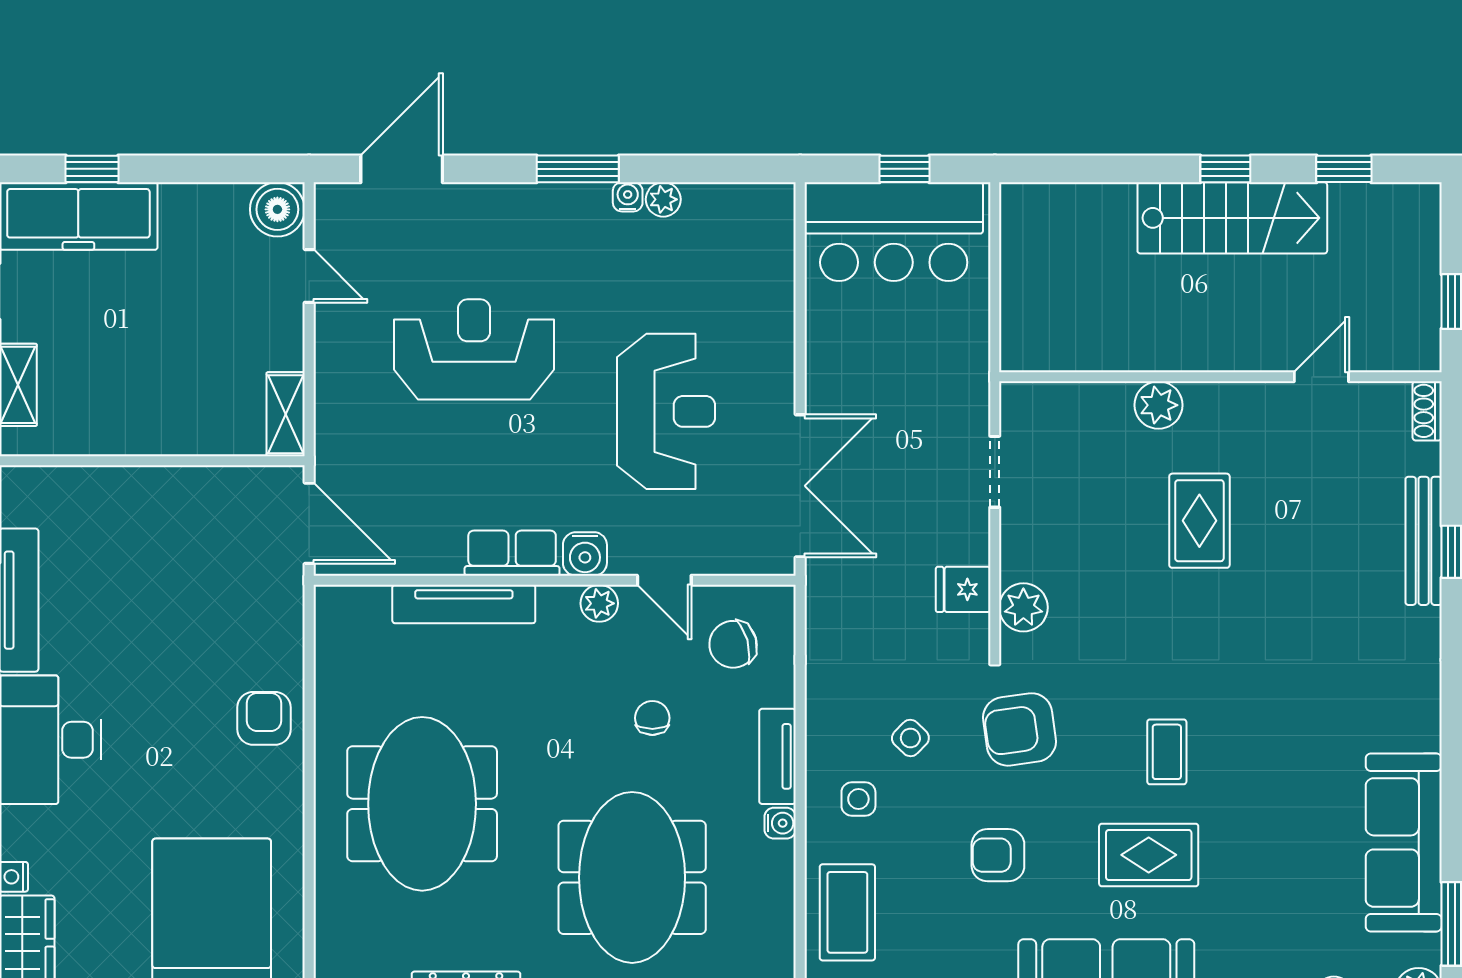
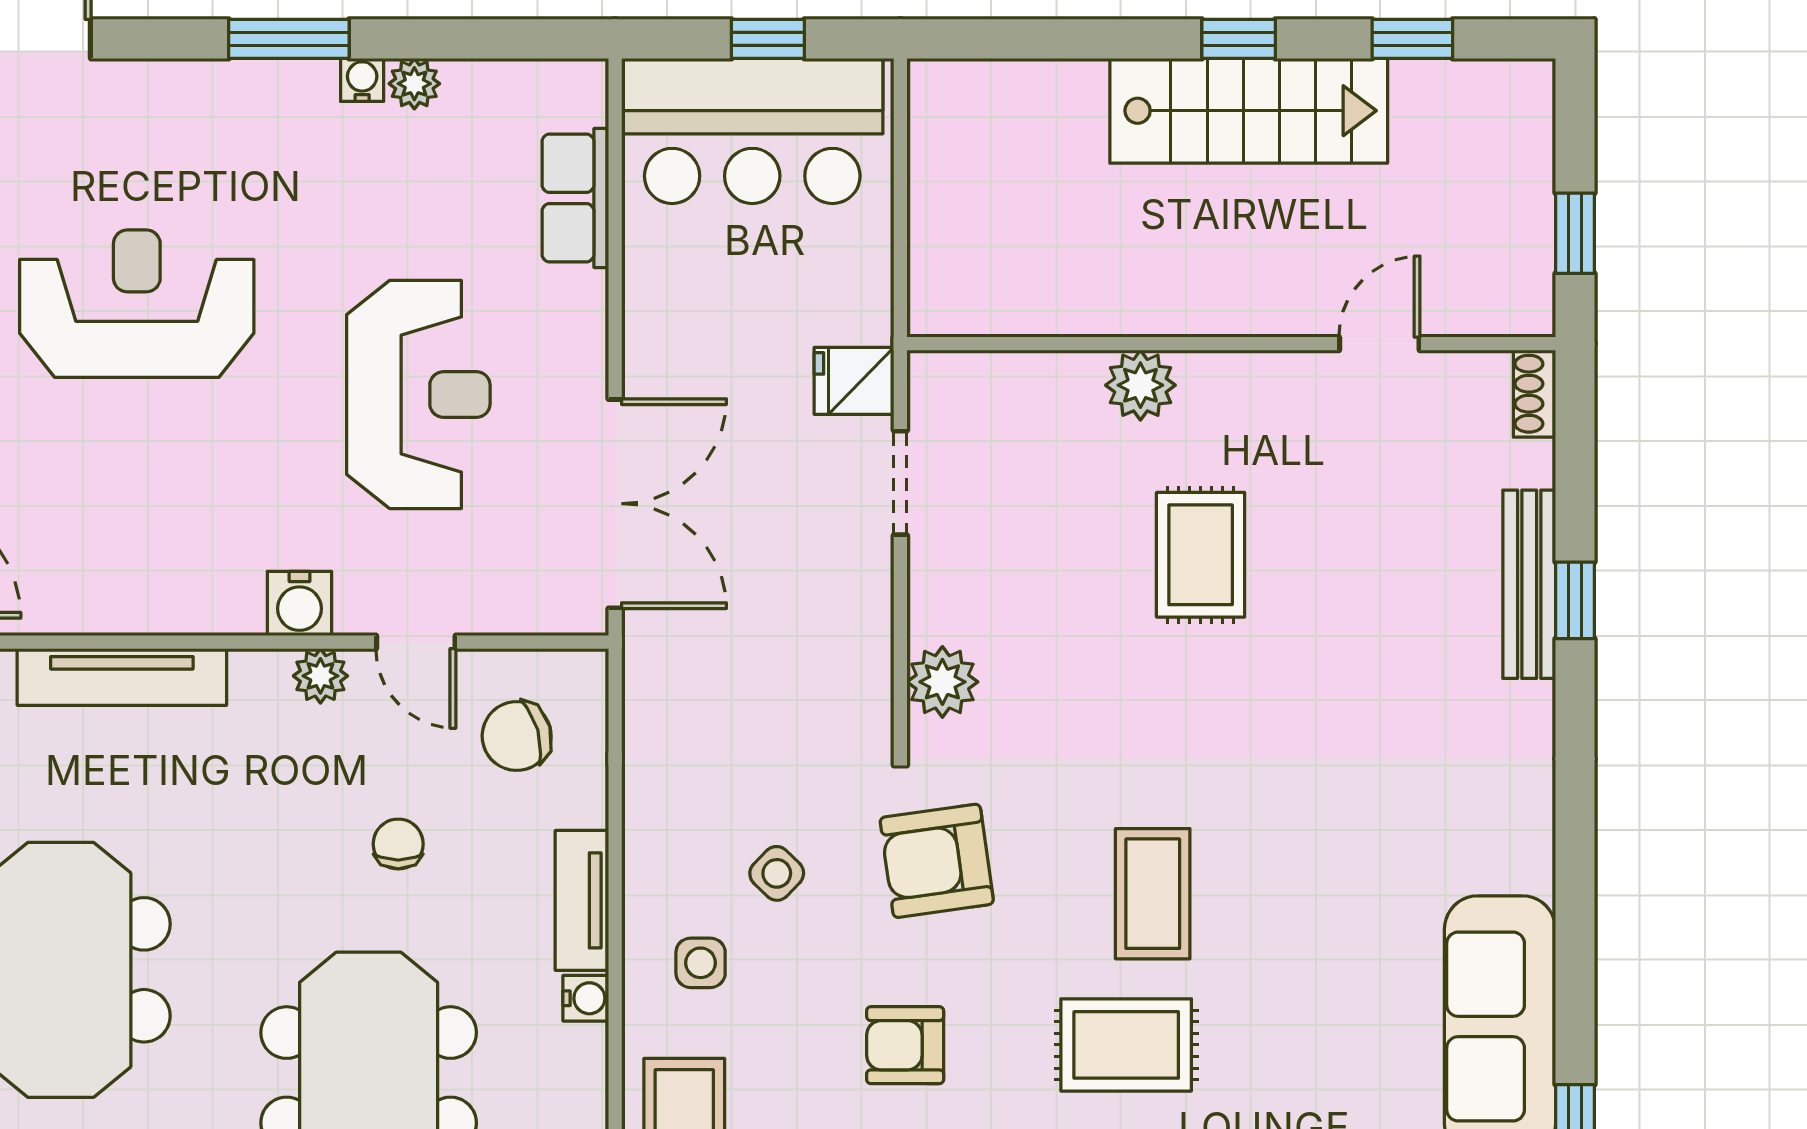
row of seats: (512, 553) -> (575, 198), moved, turned -90
fridge: (963, 589) -> (854, 381), moved
coffee table: (1167, 752) -> (1153, 894), width x1.36, depth x1.30

